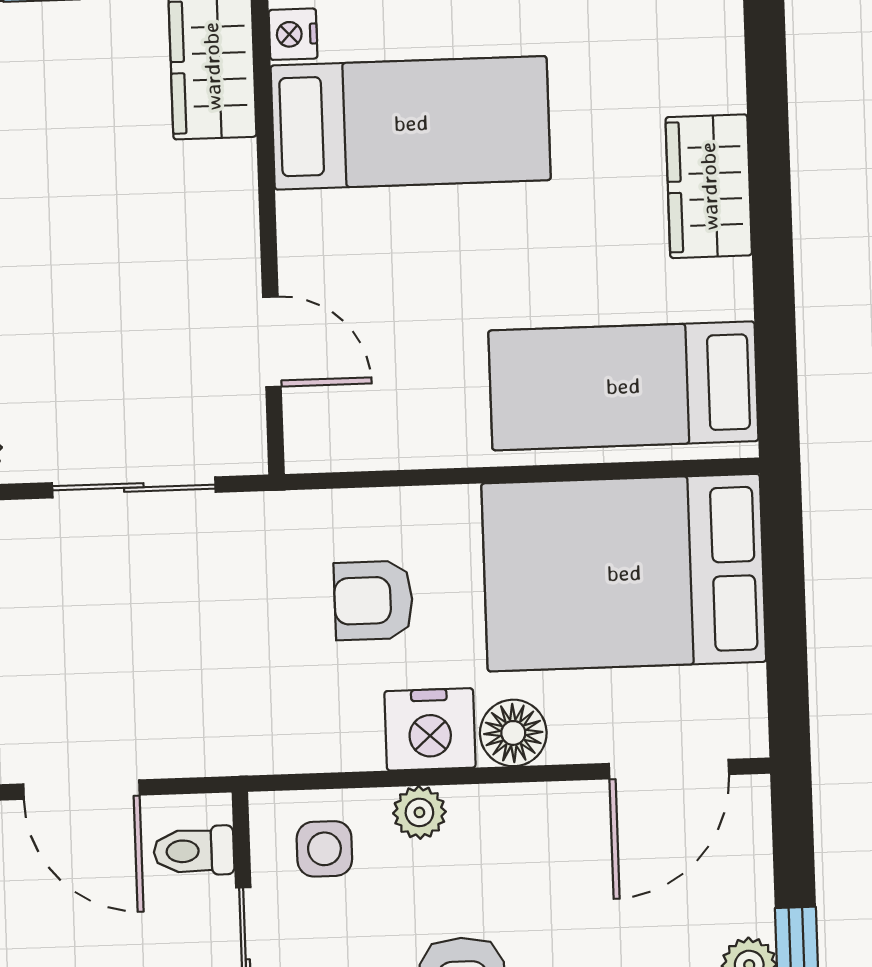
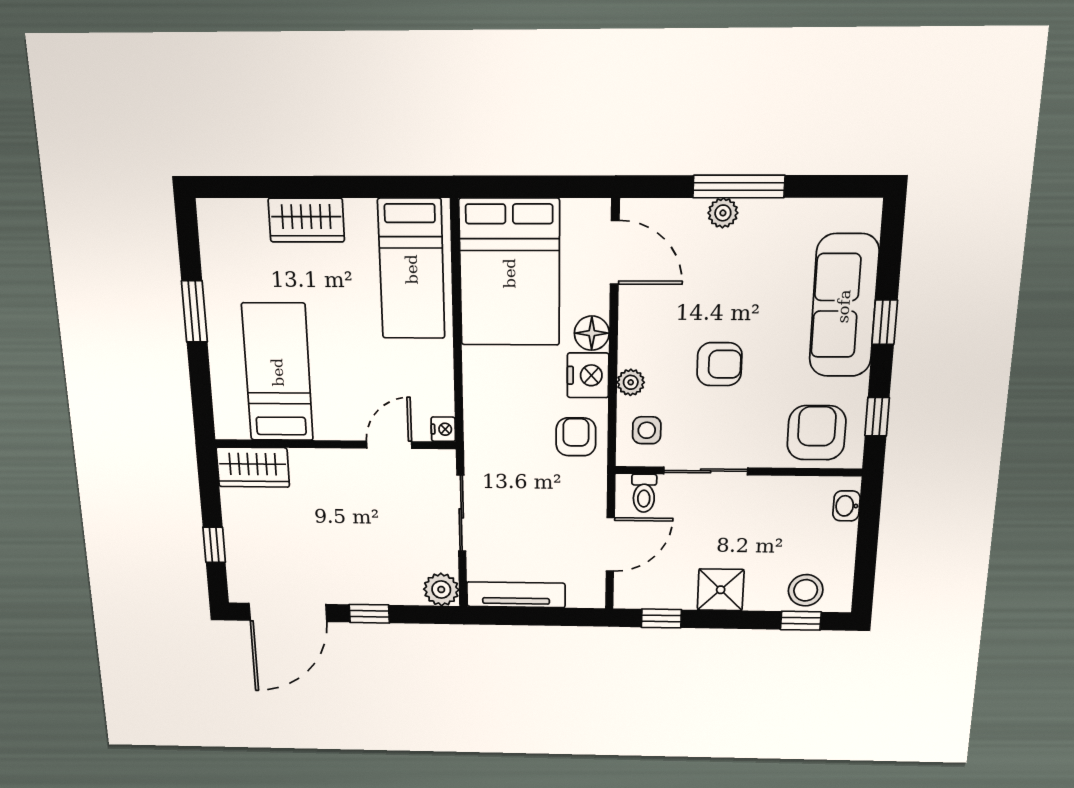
nightstand: (293, 34) -> (443, 429), moved, turned -90
armchair: (373, 600) -> (576, 437), moved, turned 180

